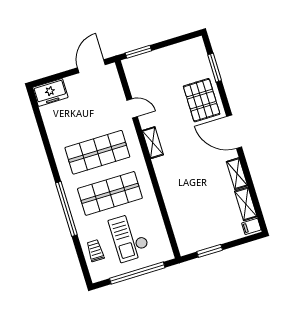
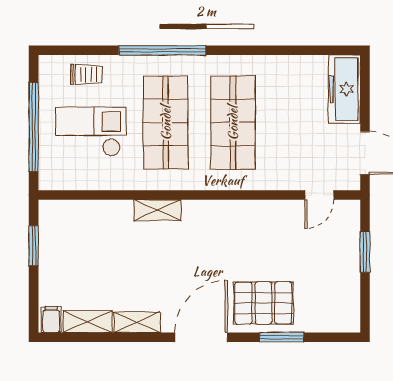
window: (138, 52) -> (365, 252), moved
window: (215, 68) -> (282, 337), moved
freezer: (50, 92) -> (344, 89), width x1.40
door: (132, 108) -> (319, 195), moved
shelving: (153, 143) -> (157, 210), moved

